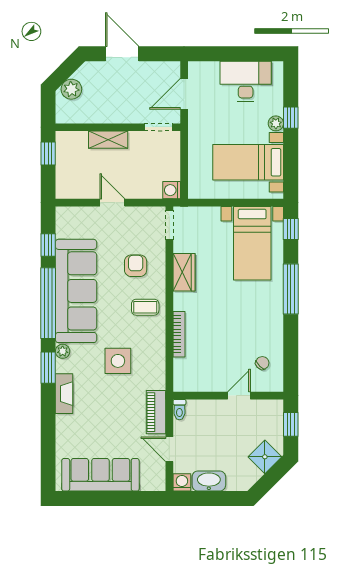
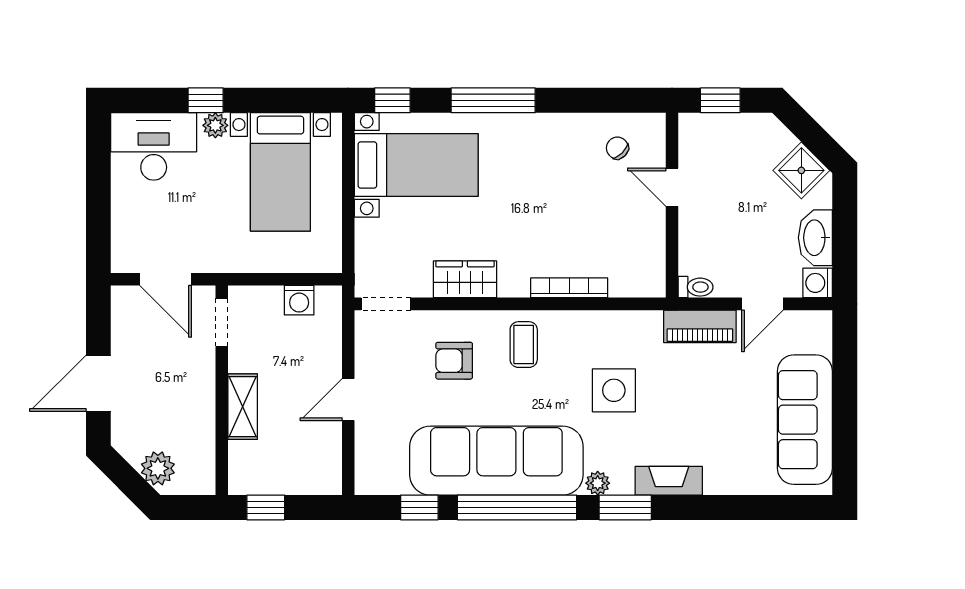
desk: (246, 81) -> (154, 146), moved, turned 90
washing machine: (172, 190) -> (299, 300), moved
shower: (265, 457) -> (801, 170), moved

